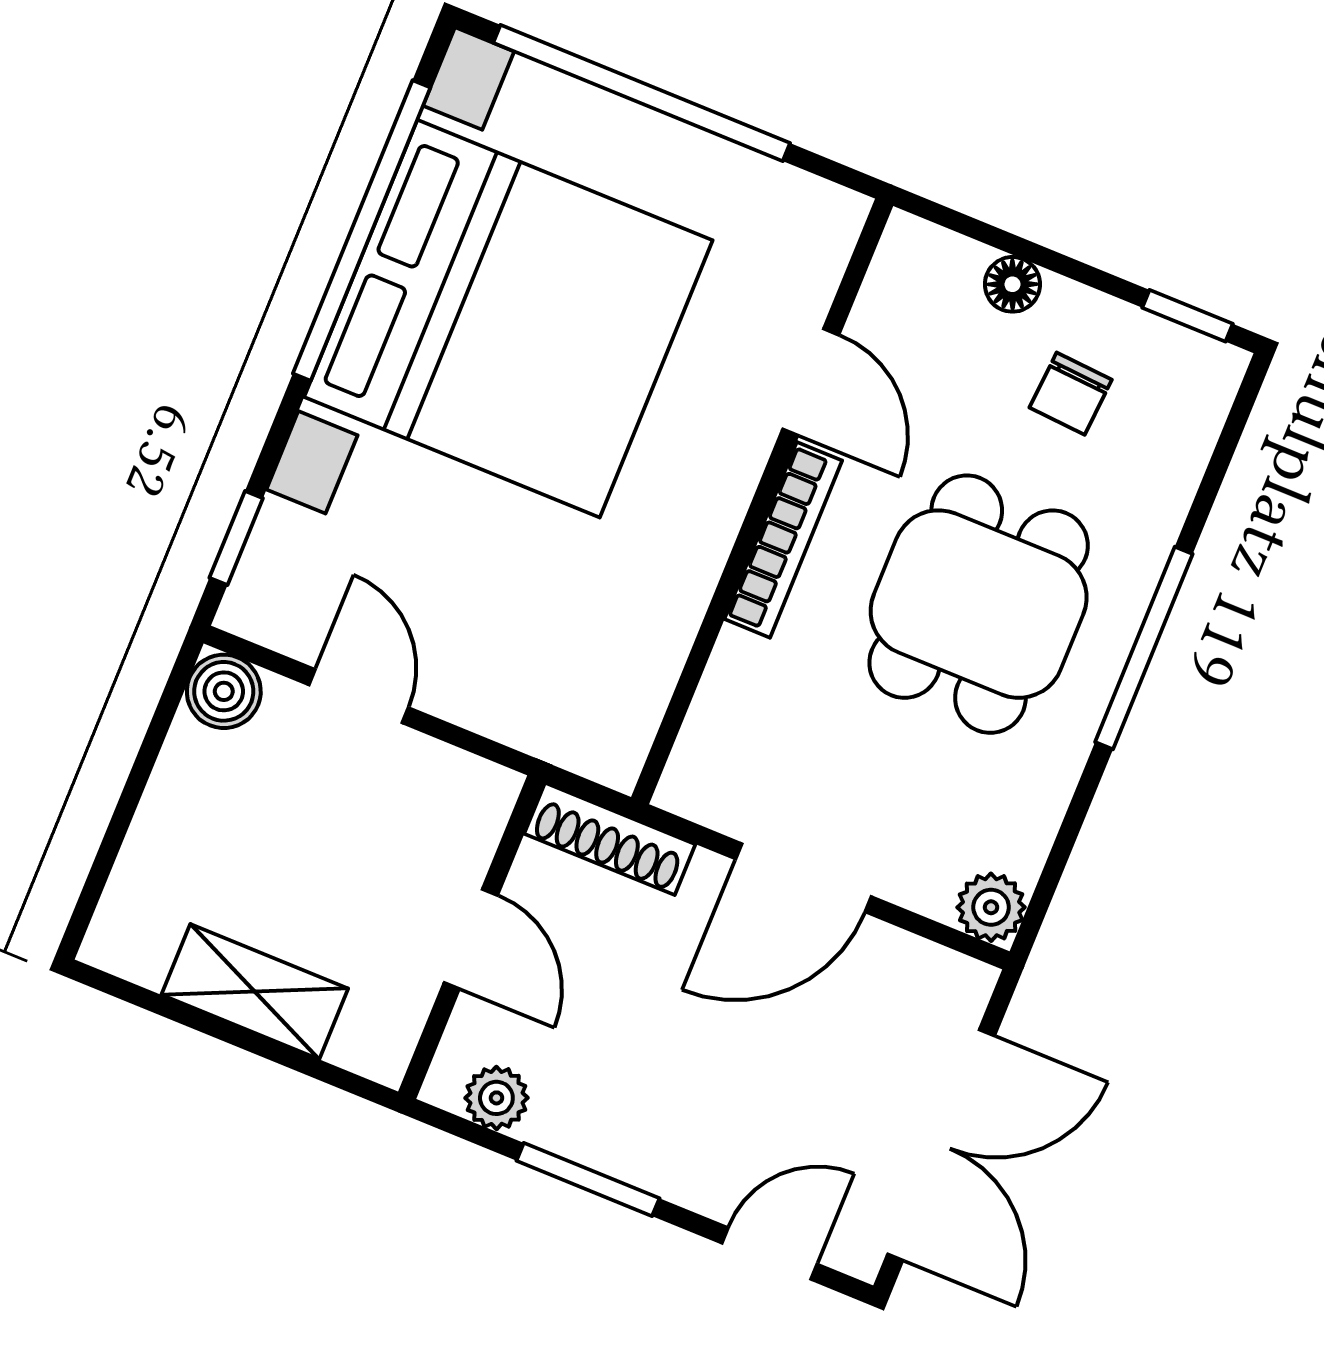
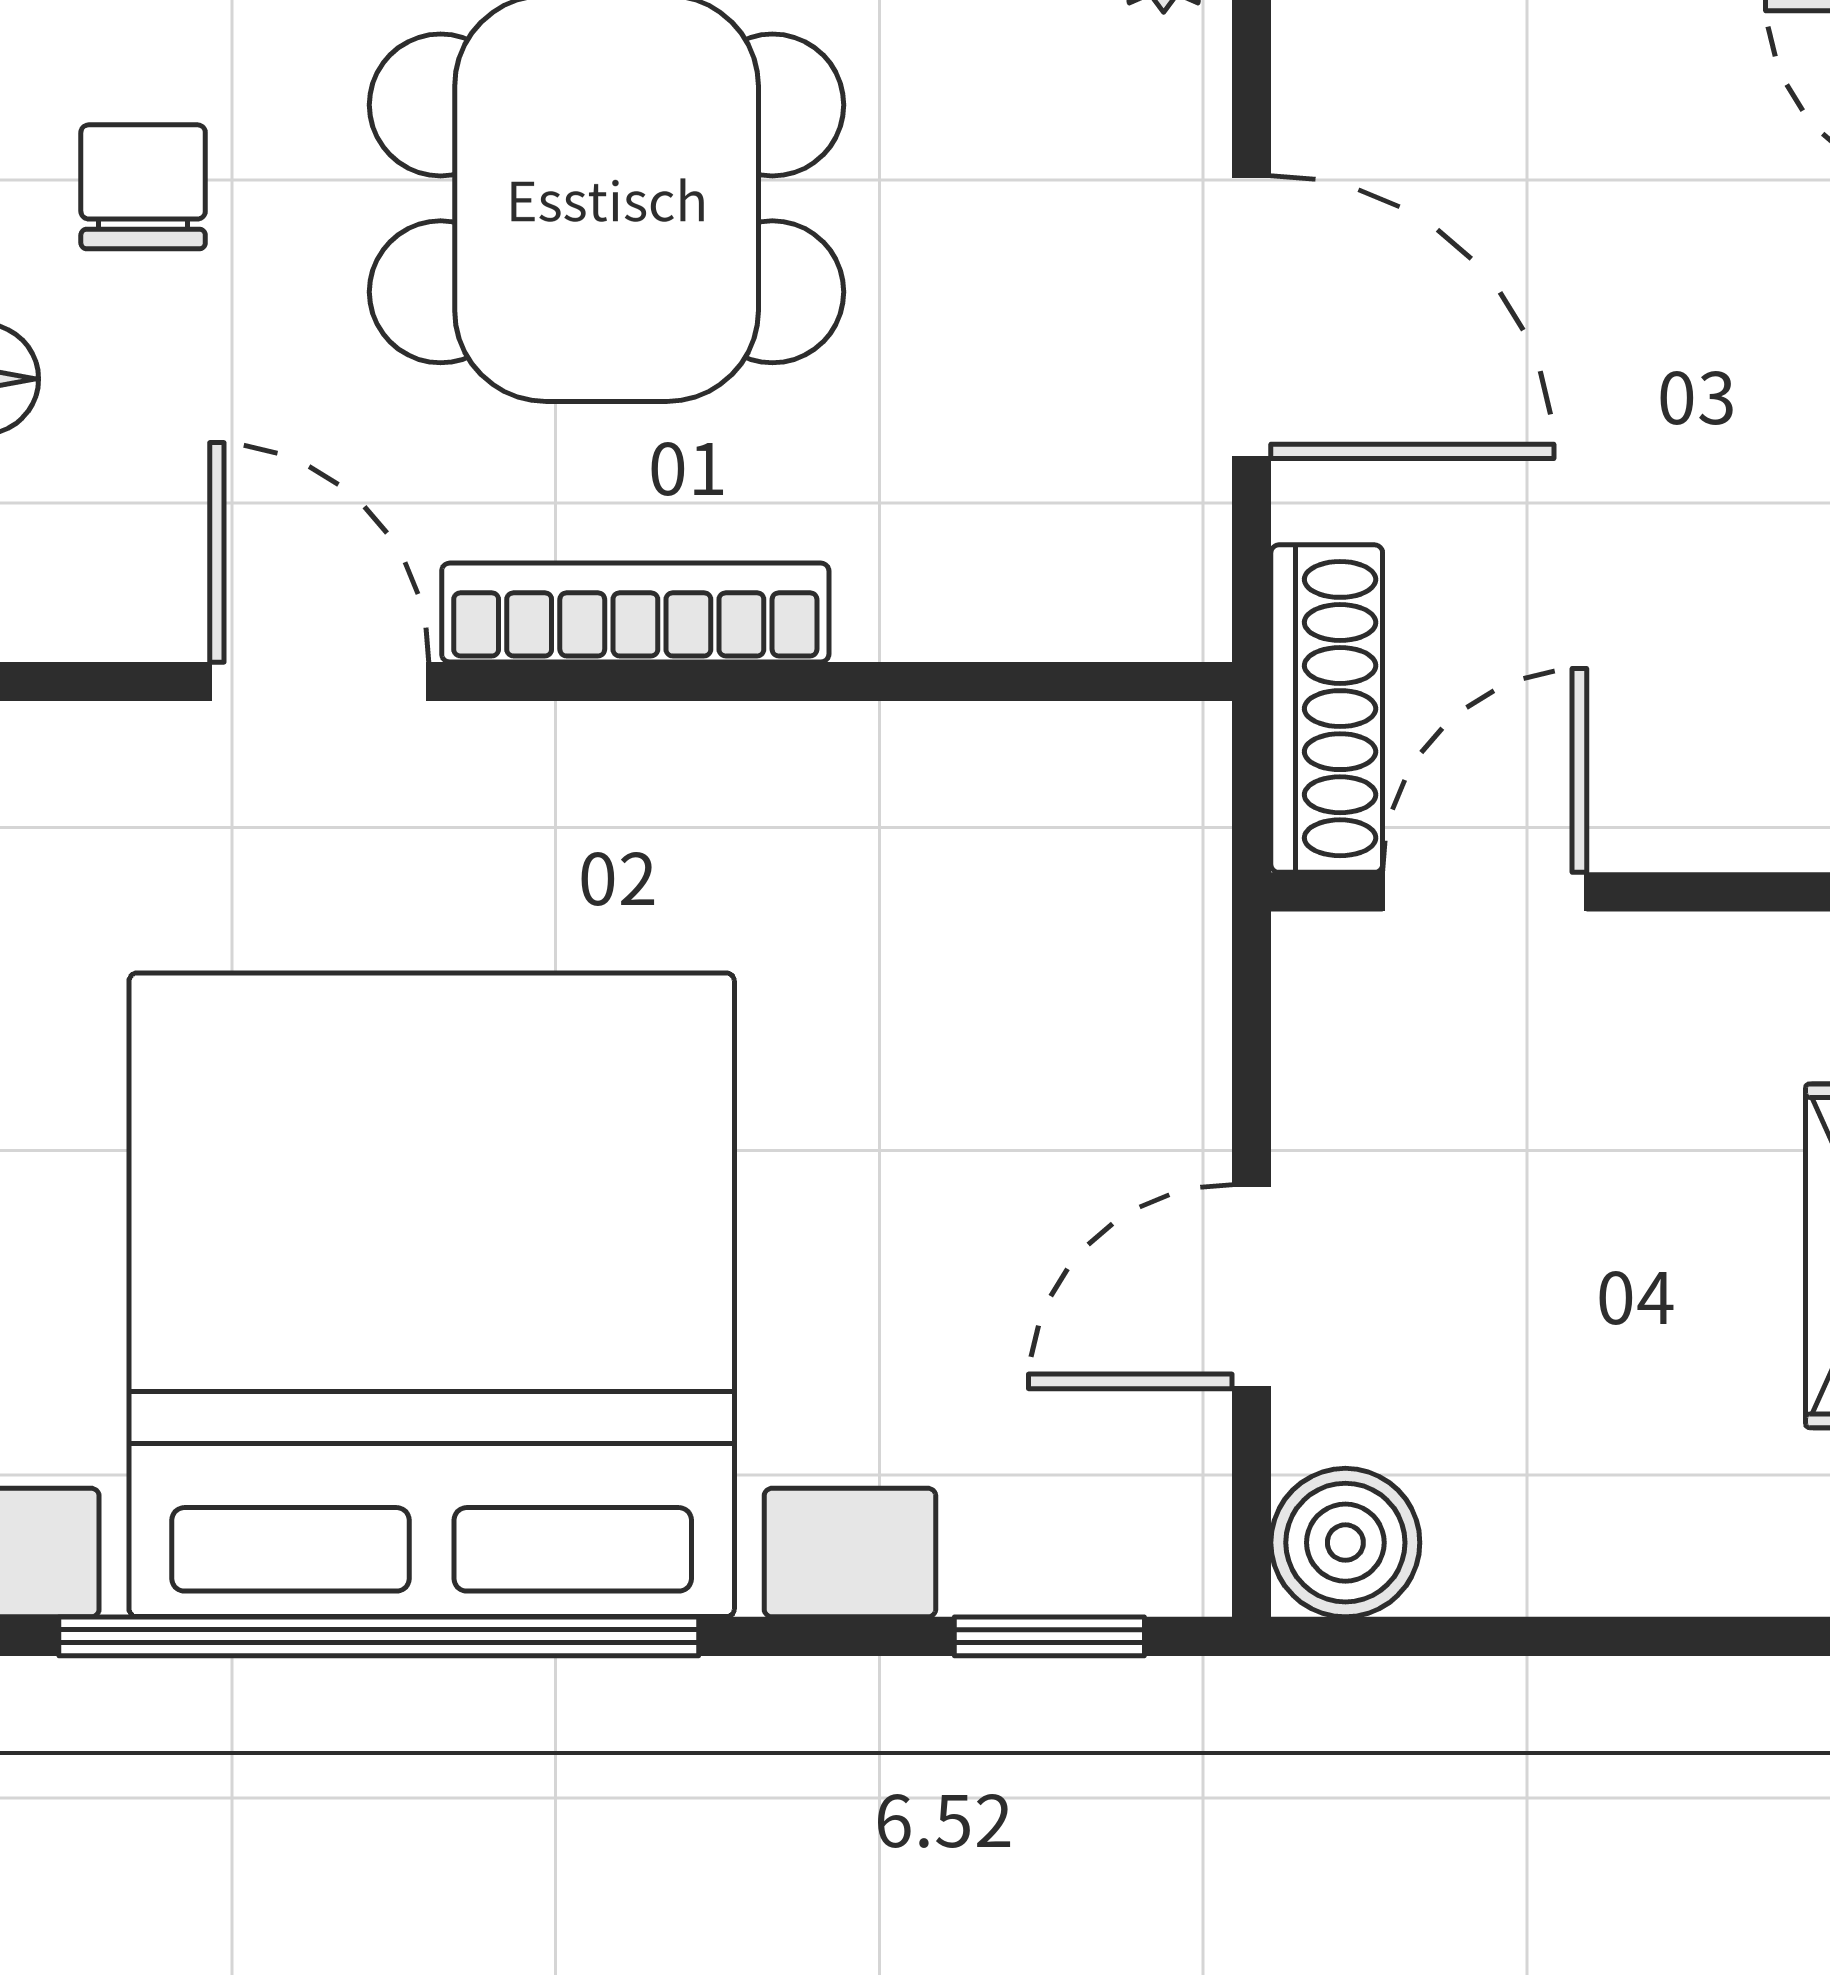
door: (811, 382) -> (319, 681), hinge flipped
chair: (1071, 394) -> (143, 187), turned -94
door: (471, 939) -> (1485, 892), moved

